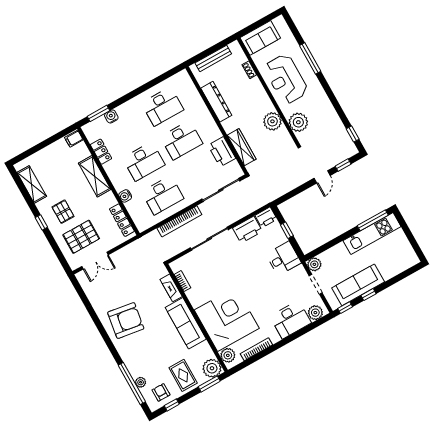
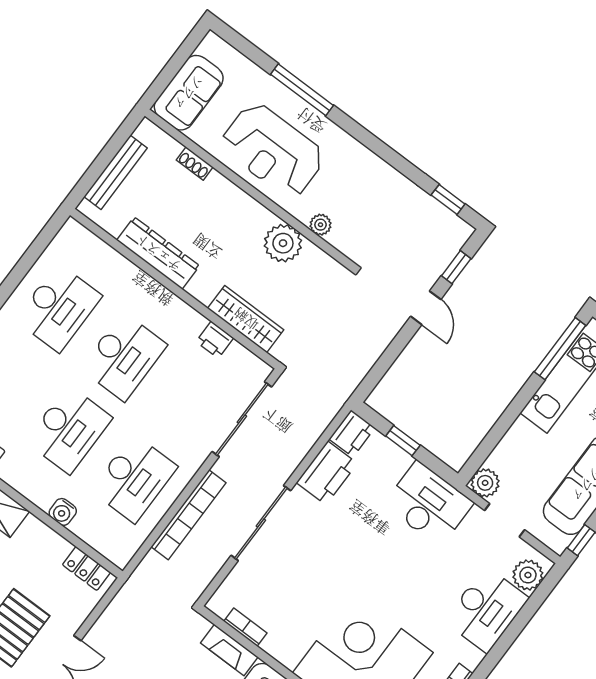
plant: (298, 122) -> (321, 225), width x0.53, depth x0.53
printer: (222, 152) -> (215, 340), width x0.53, depth x0.68
locker: (122, 220) -> (87, 569), width x0.66
desk: (283, 258) -> (428, 504), width x1.37

